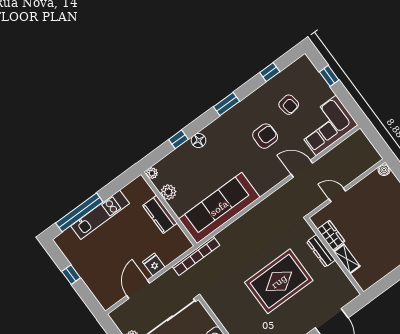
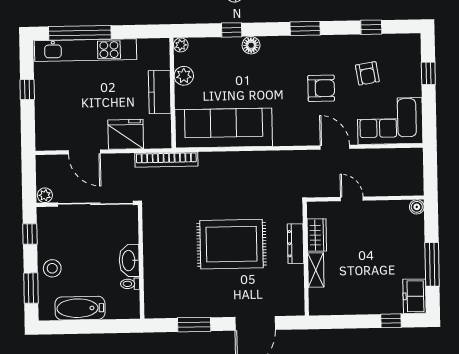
kitchen unit: (100, 215) -> (86, 50), width x1.36
fridge: (154, 265) -> (126, 134), width x1.88, depth x1.34
door: (138, 289) -> (84, 152), swing flipped

